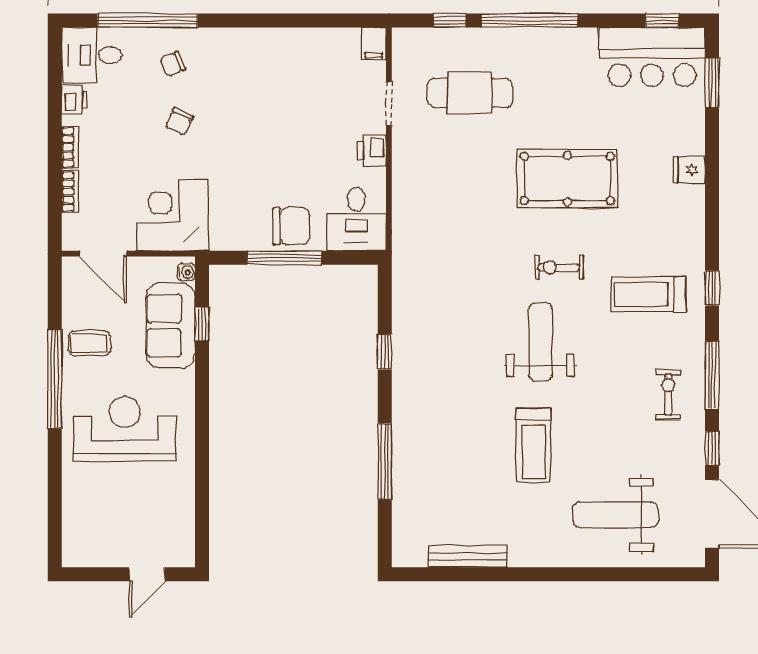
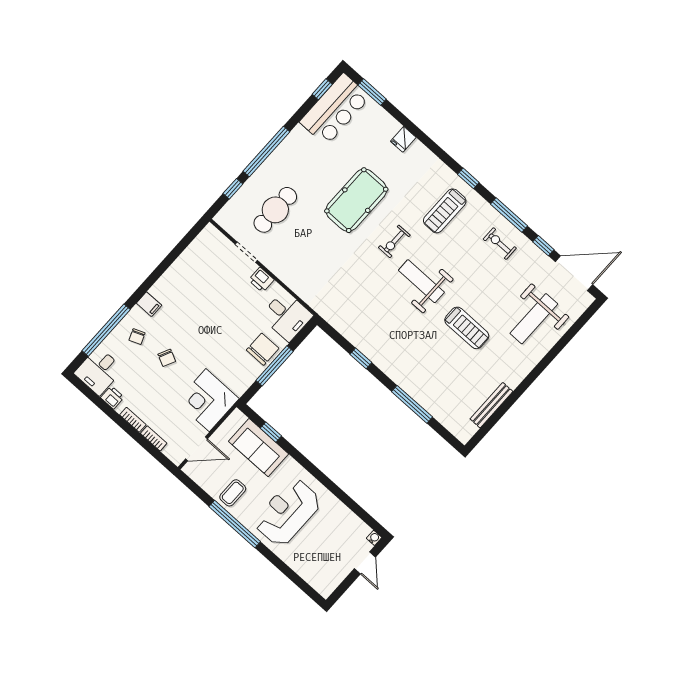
filing cabinet: (374, 44) -> (149, 304), moved
water cooler: (186, 272) -> (374, 538), moved

